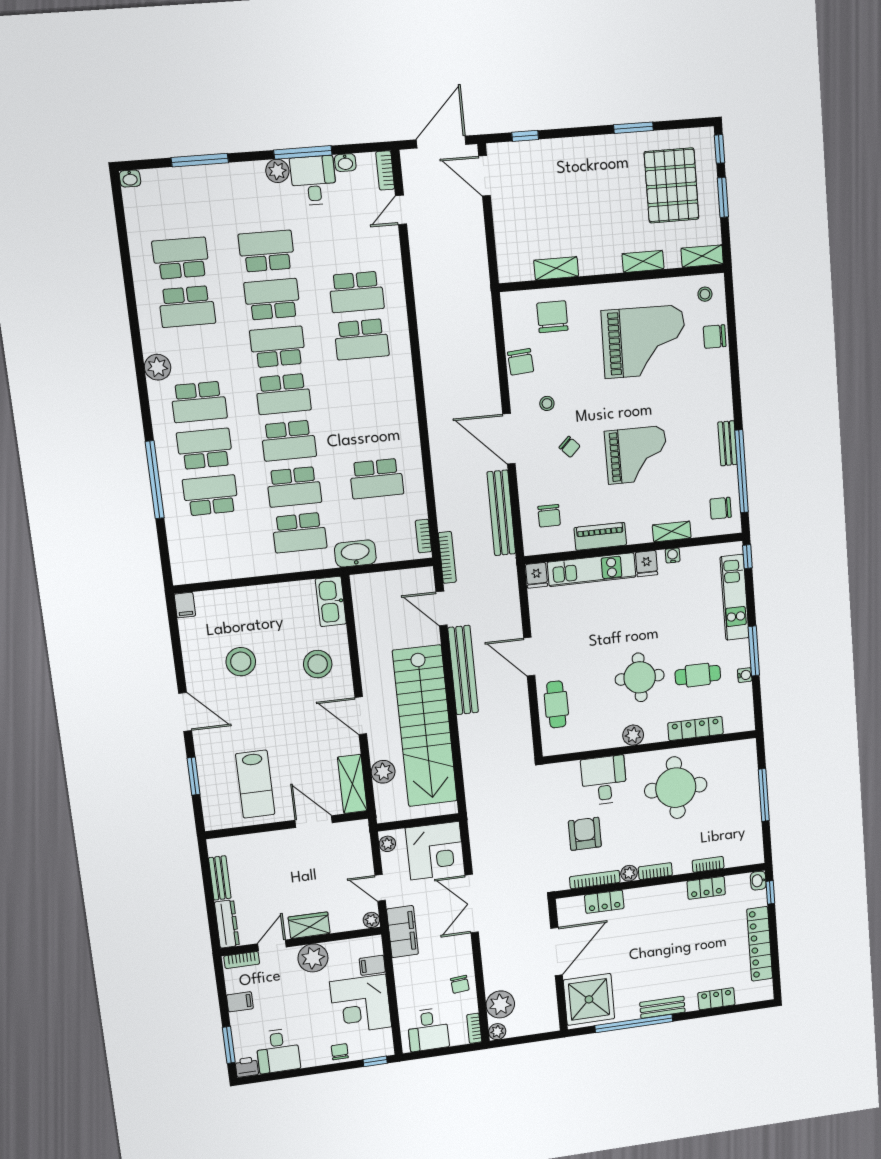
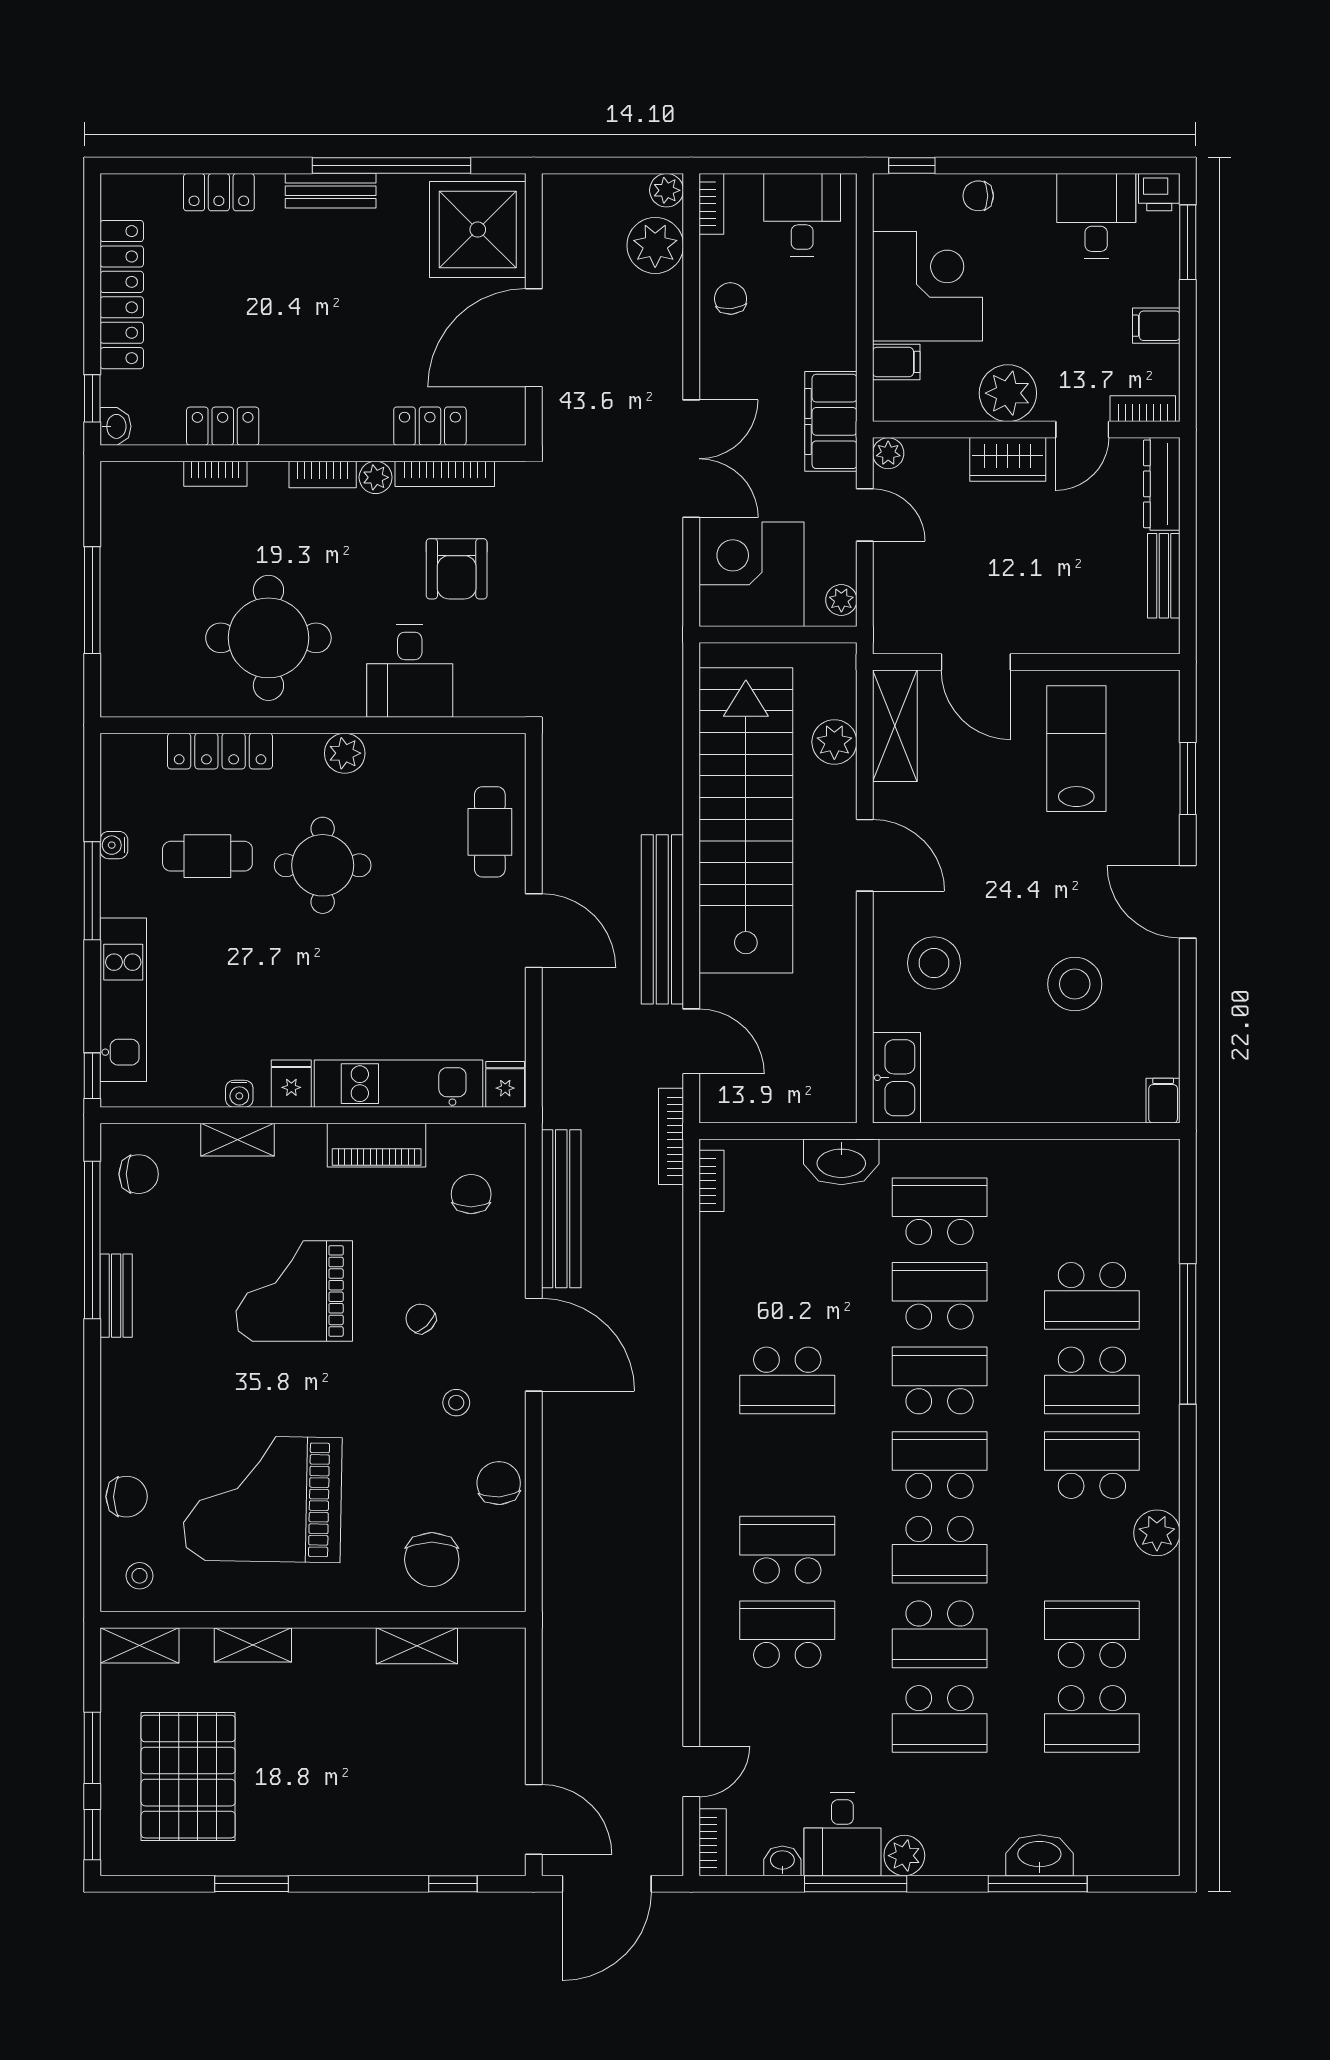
washbasin: (130, 179) -> (1039, 1855), moved, width x1.91, depth x1.45
school desk: (376, 479) -> (787, 1380), moved, turned 180
chair: (340, 1052) -> (978, 196), turned 90

